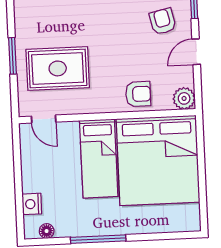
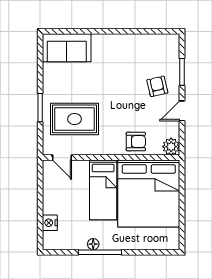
floor lamp: (47, 231) -> (93, 244), moved

